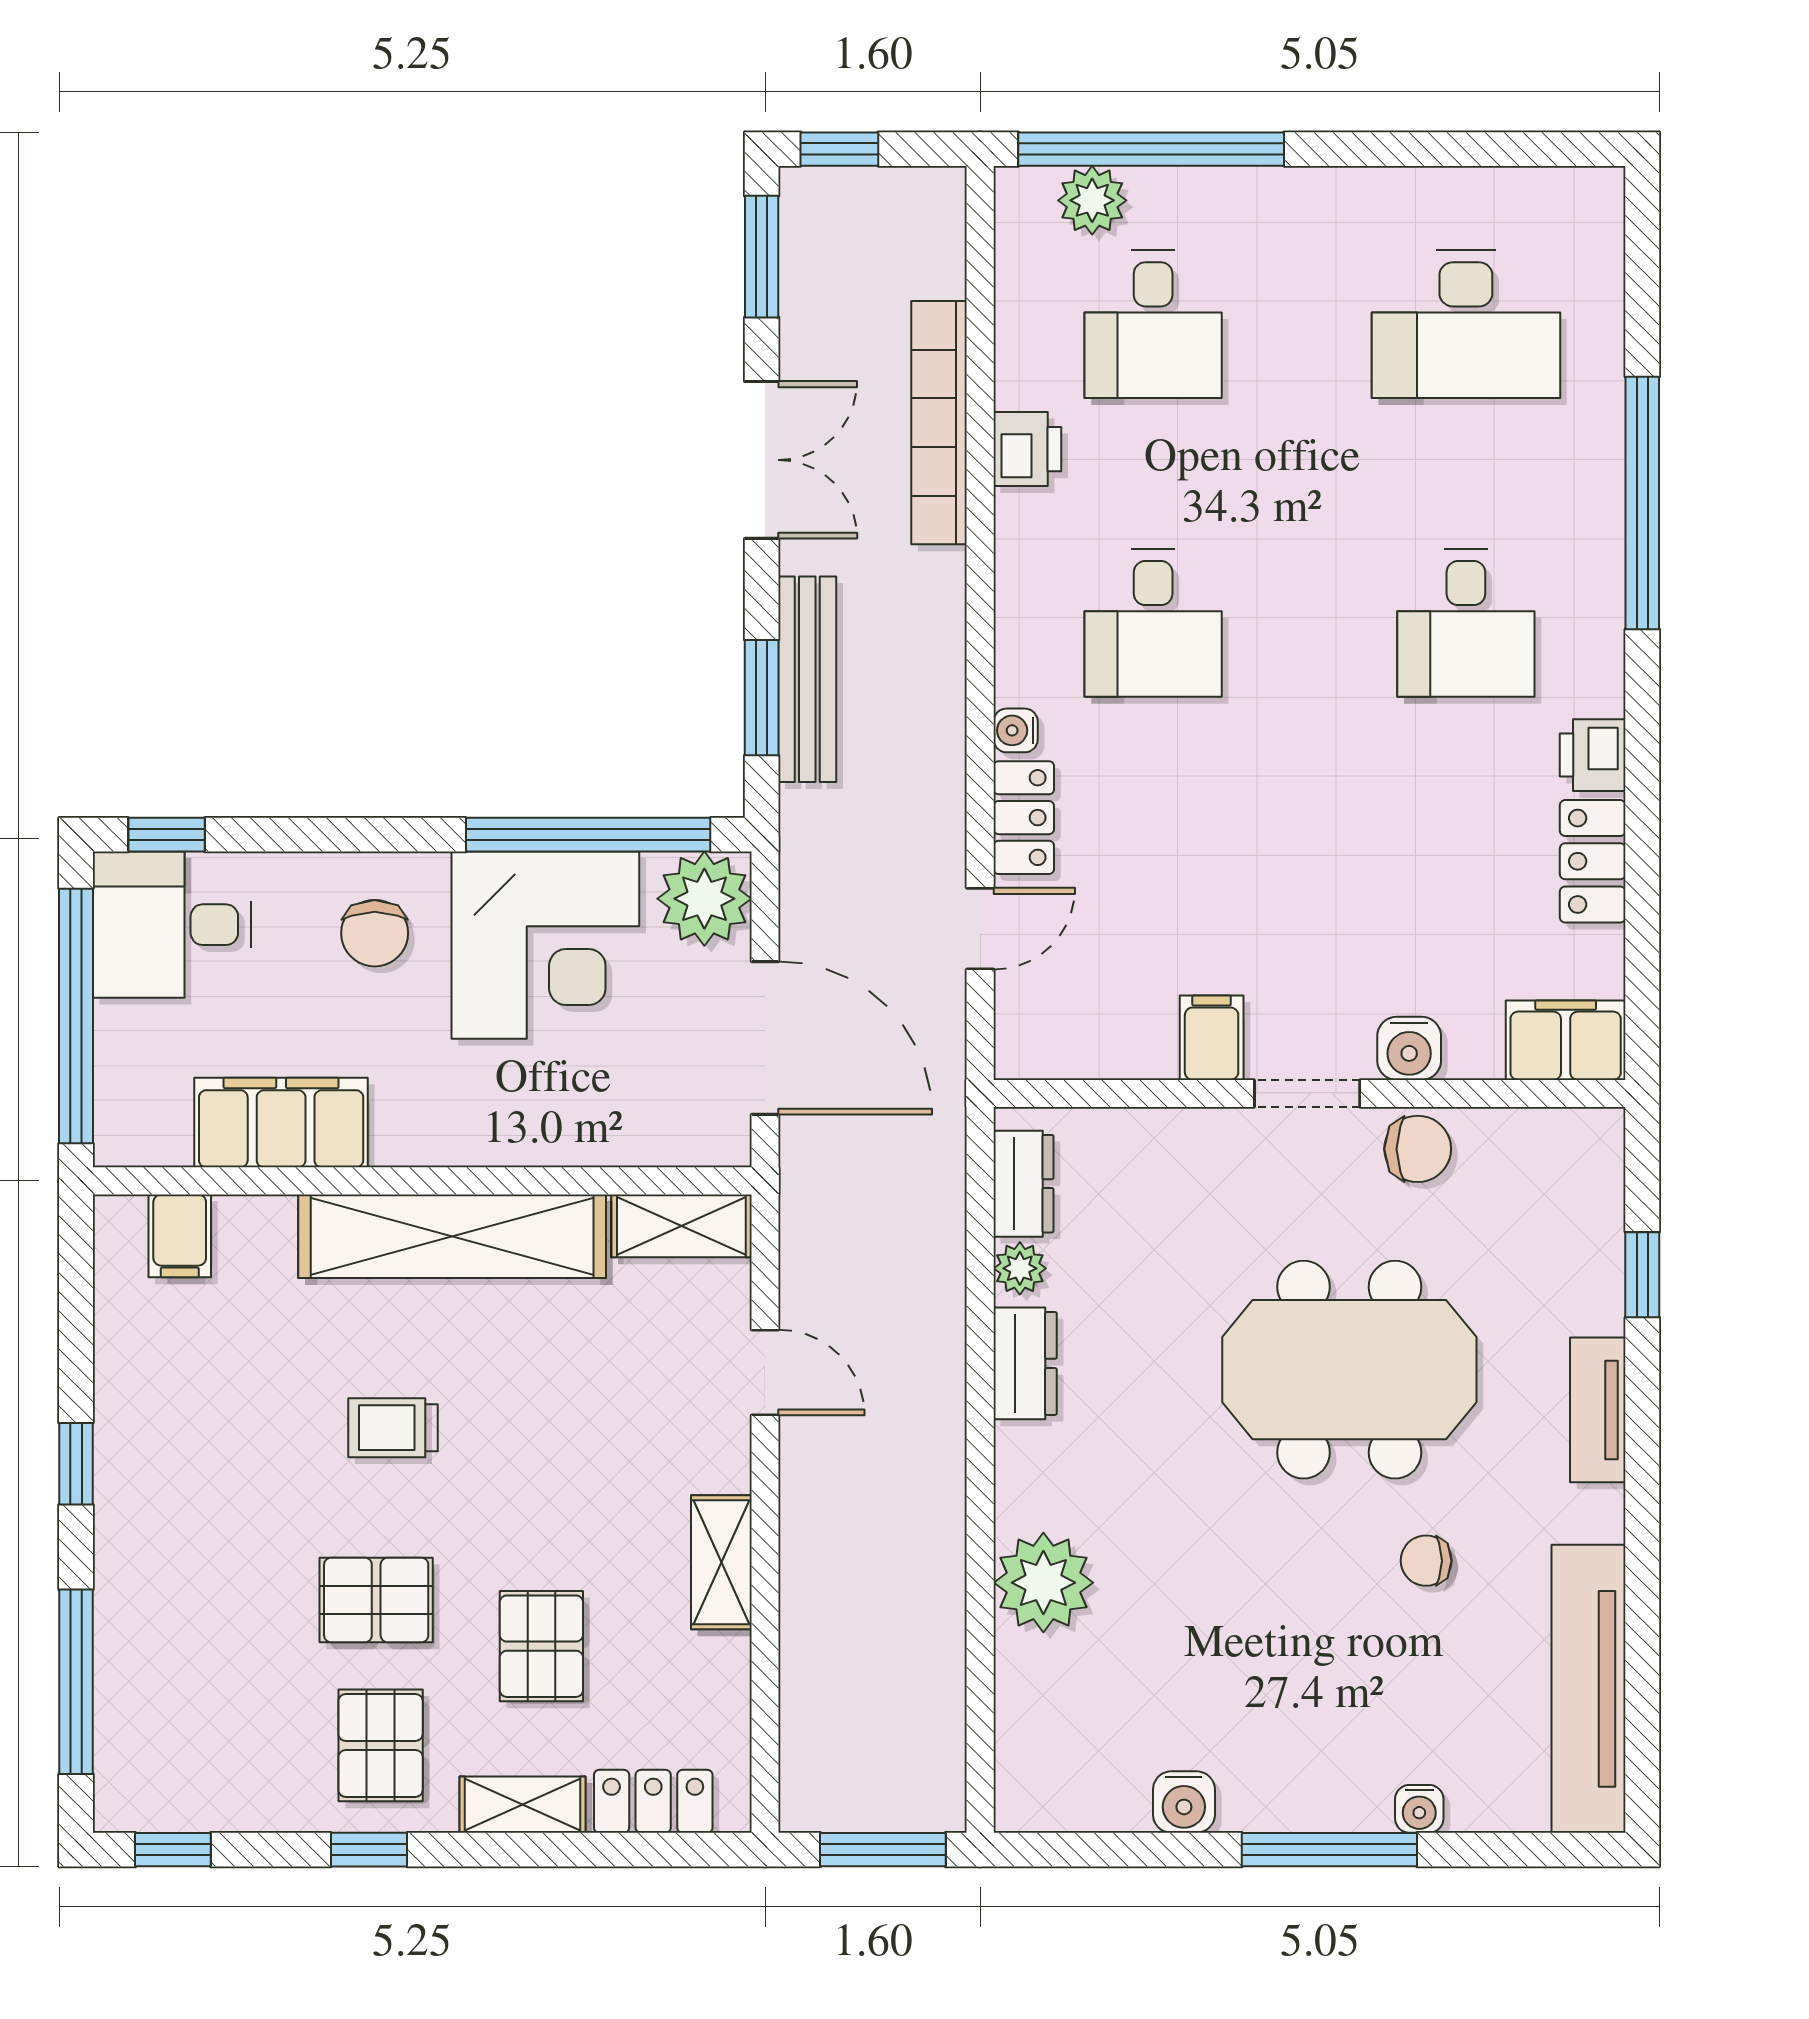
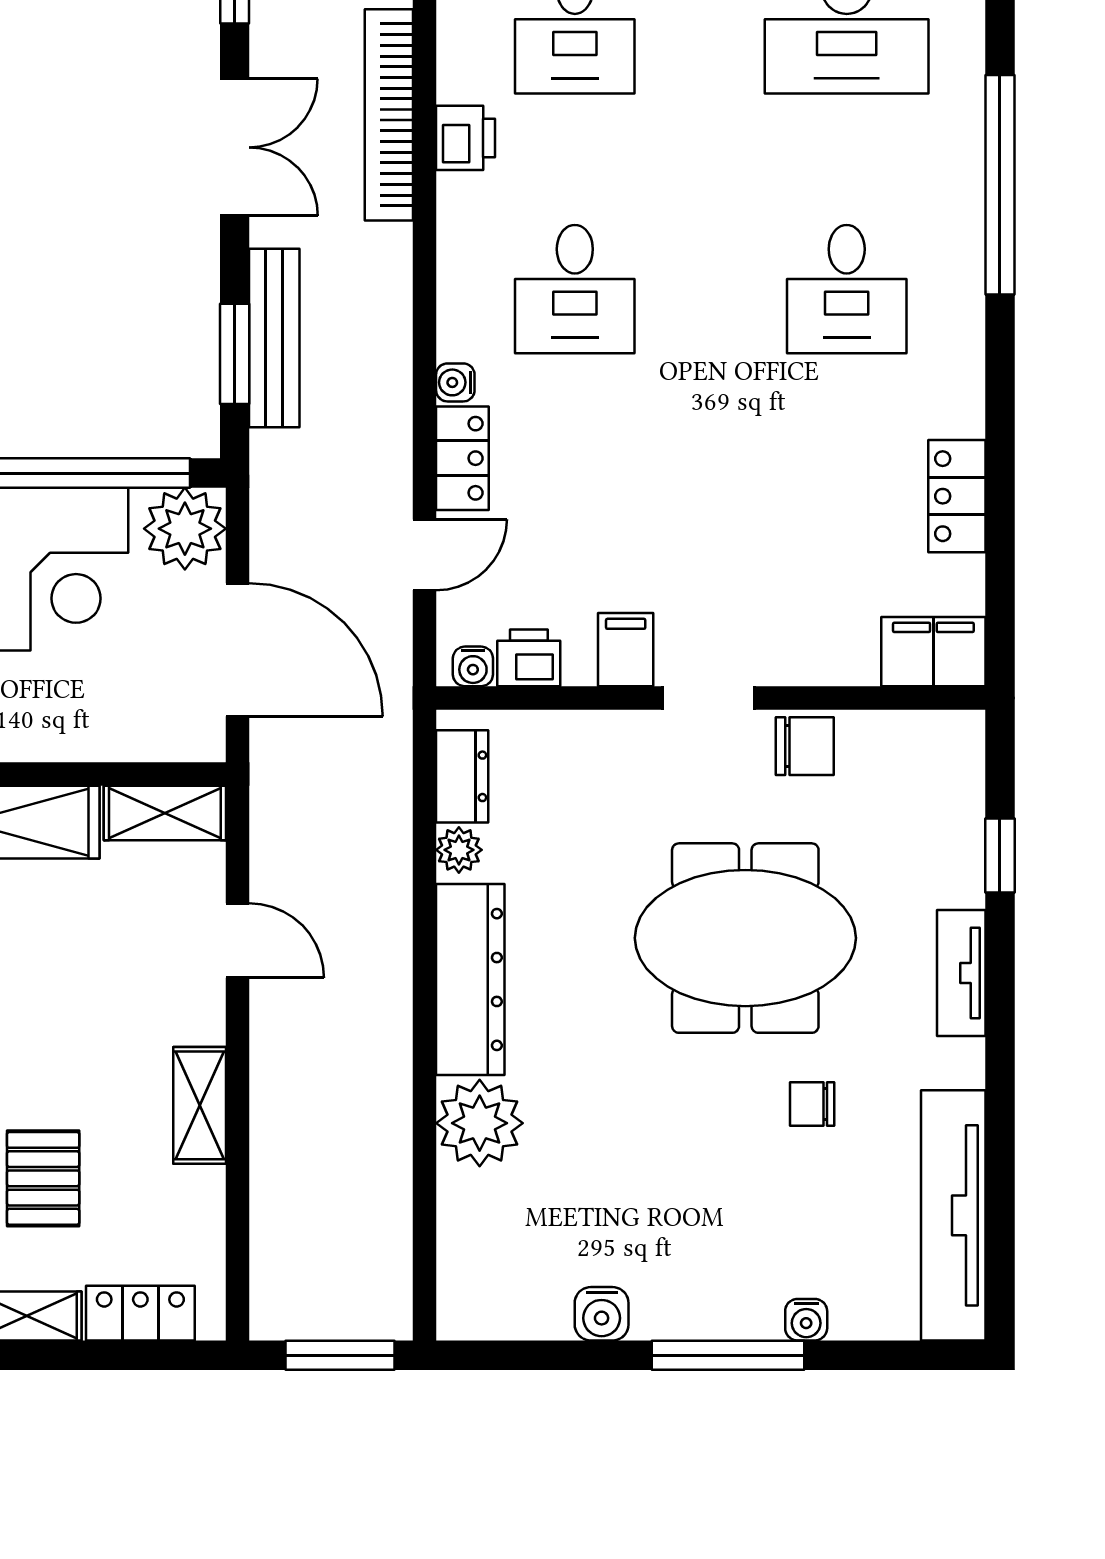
printer: (1593, 755) -> (529, 658), moved, turned 90
water cooler: (1409, 1048) -> (473, 666), moved, width x0.72, depth x0.72
dresser: (1025, 1363) -> (470, 980), width x1.96, depth x1.24

